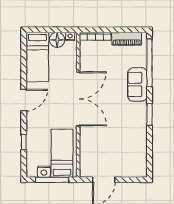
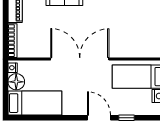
door: (24, 100) -> (99, 118), moved

